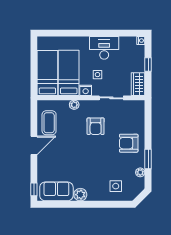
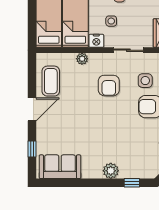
side table: (116, 186) -> (145, 81), moved
window: (34, 189) -> (32, 149), moved
plant: (80, 195) -> (111, 171), moved
window: (114, 204) -> (132, 183), added

